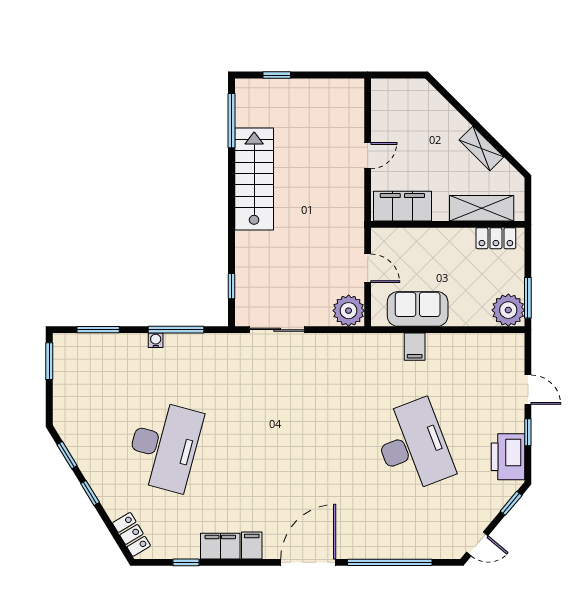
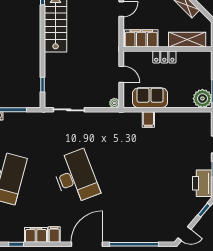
locker: (496, 238) -> (164, 57), moved
plant: (349, 311) -> (114, 103), width x0.53, depth x0.53
desk: (413, 446) -> (75, 177), moved

